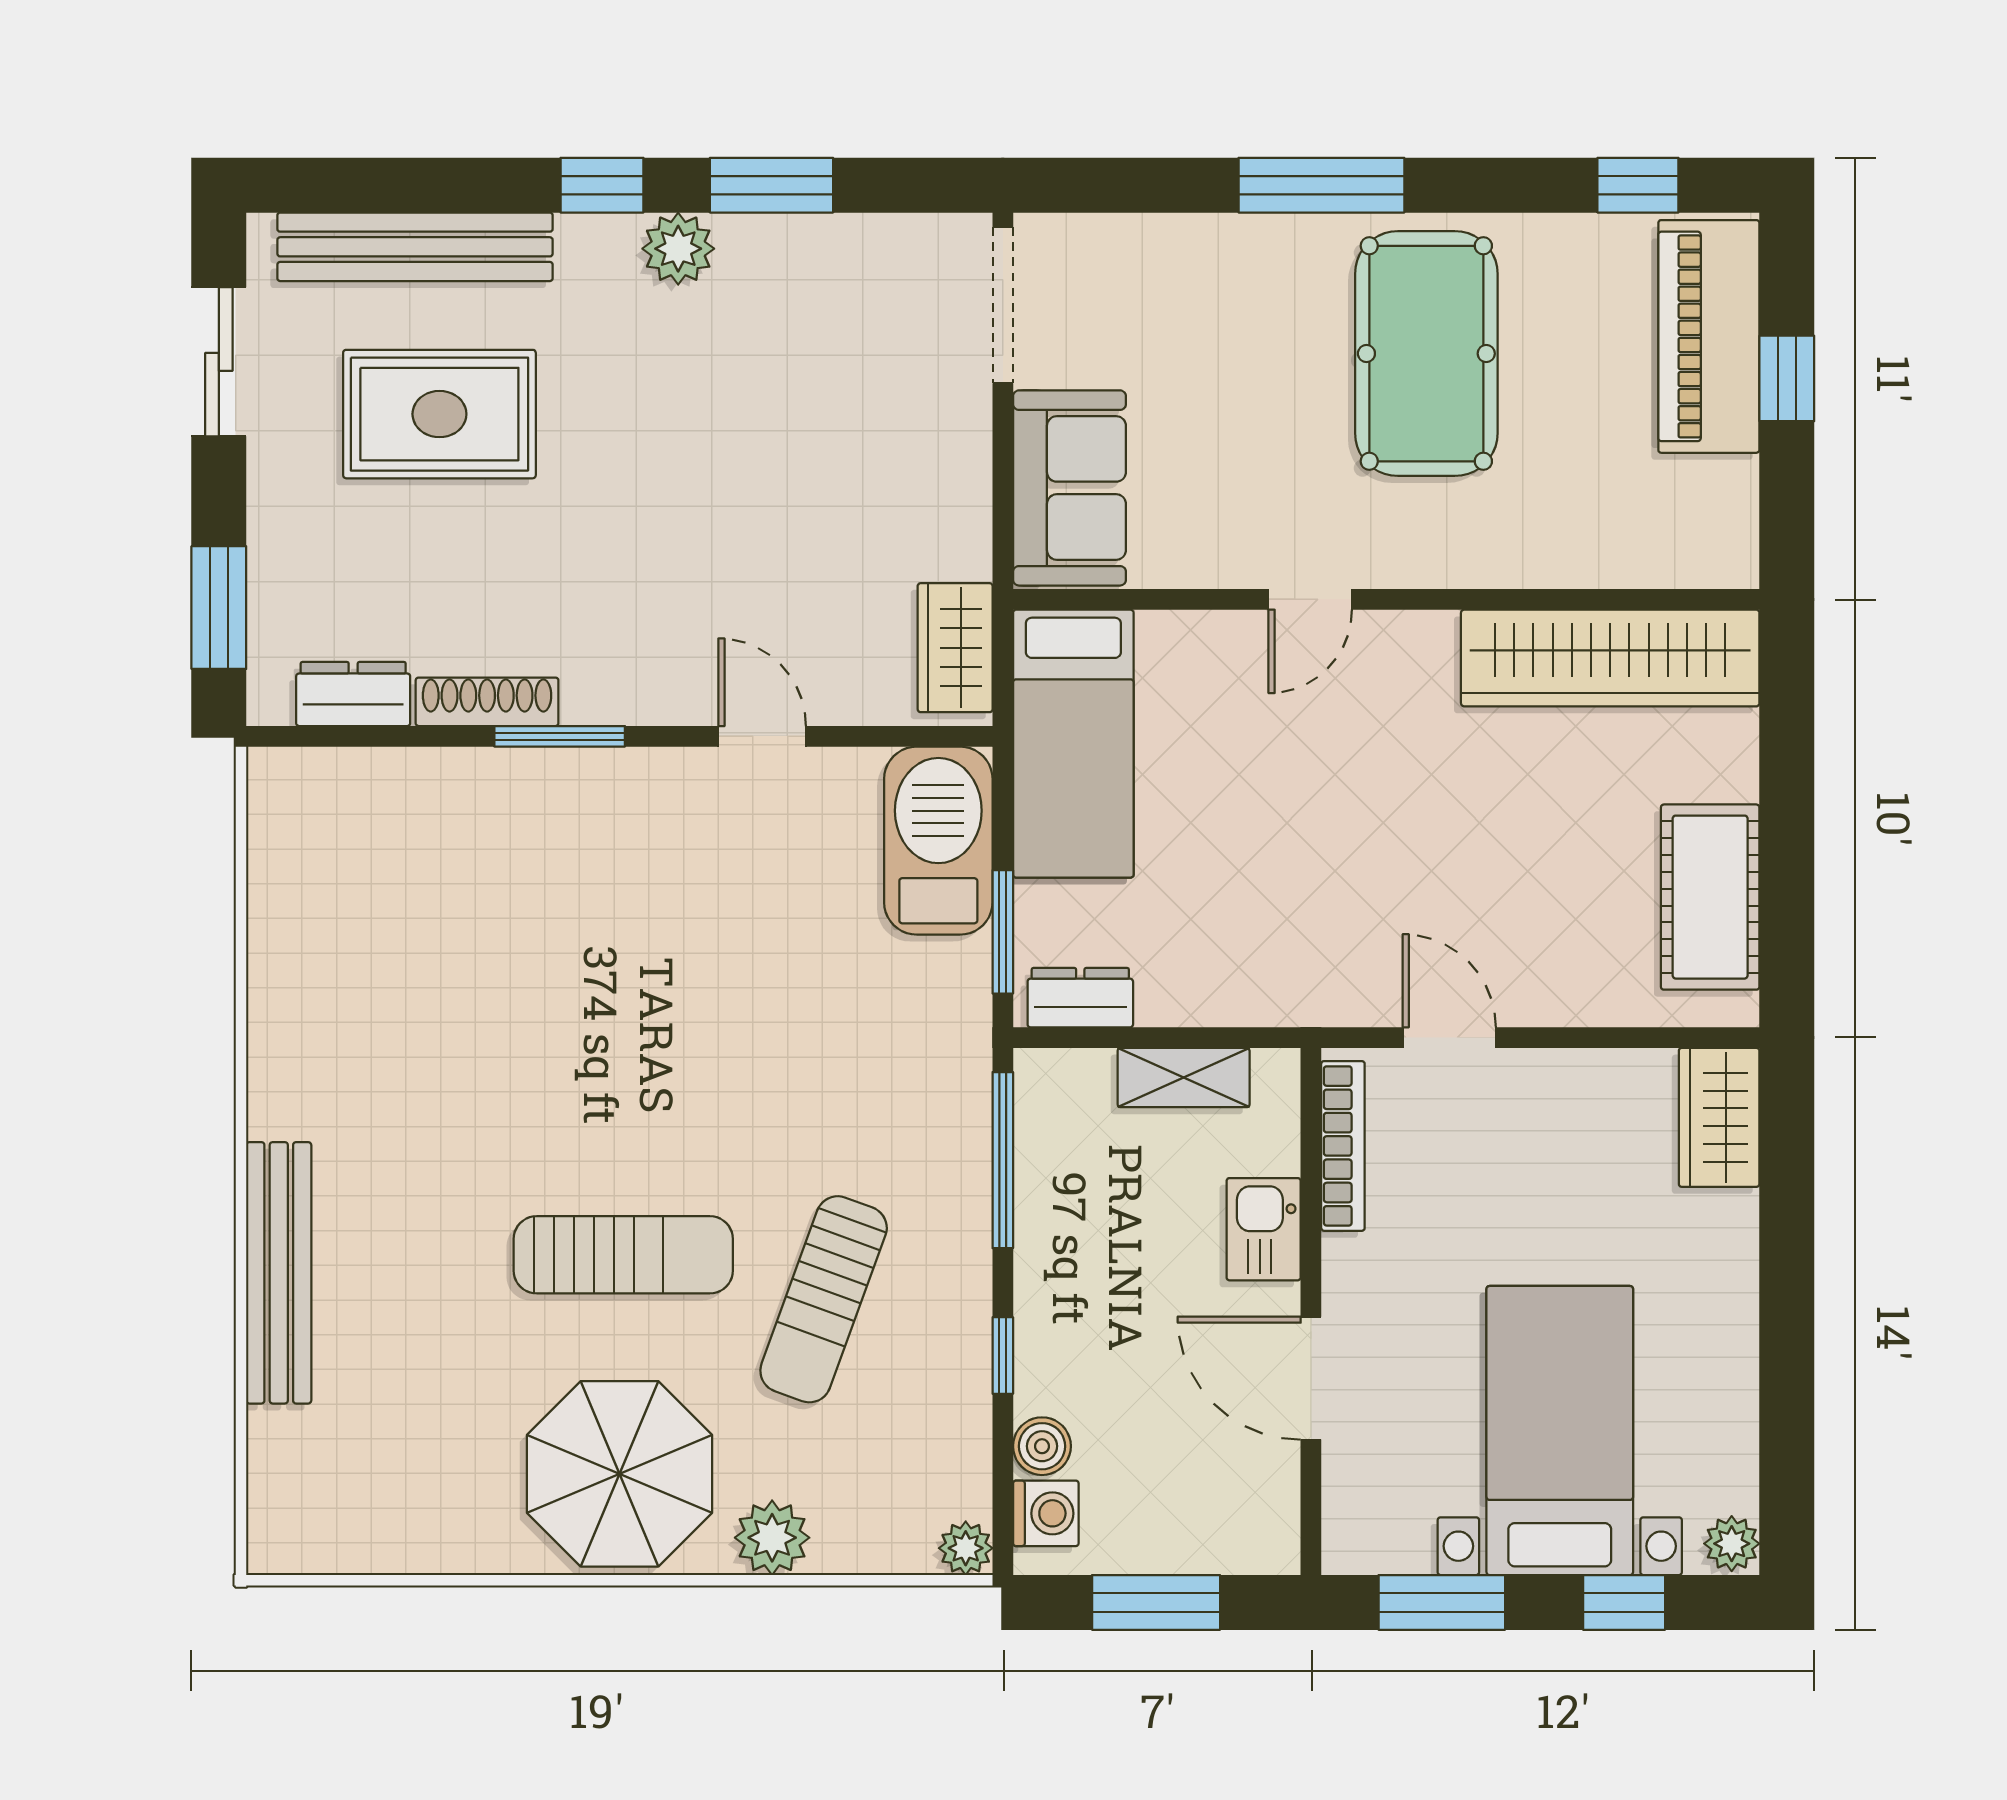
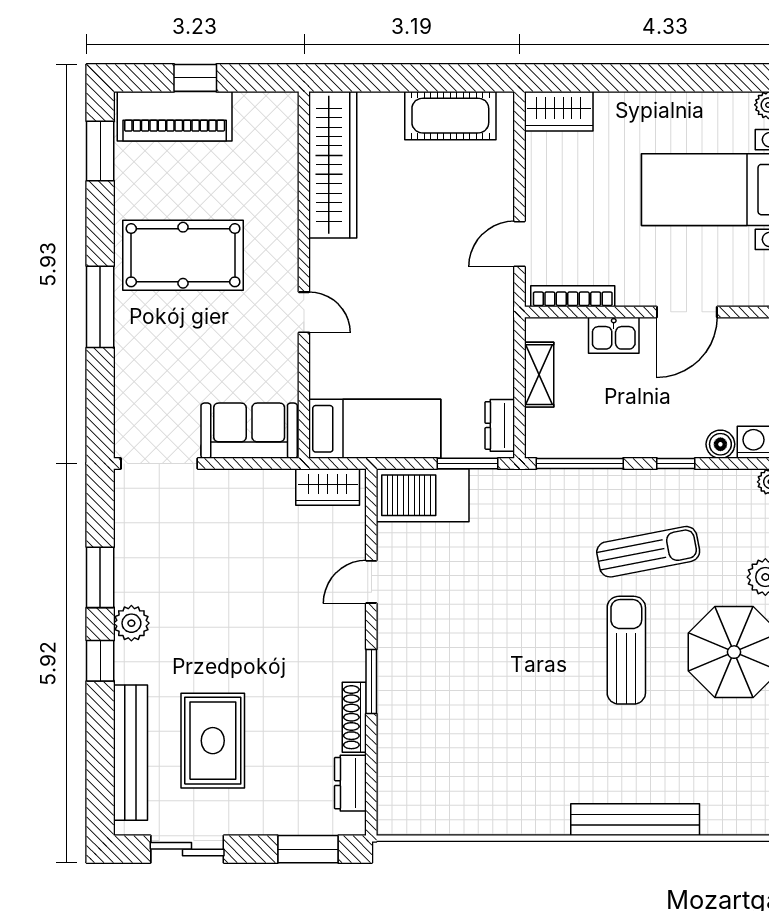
window: (1638, 185) -> (100, 151), width x1.50
sun lounger: (824, 1299) -> (648, 552), turned -31

